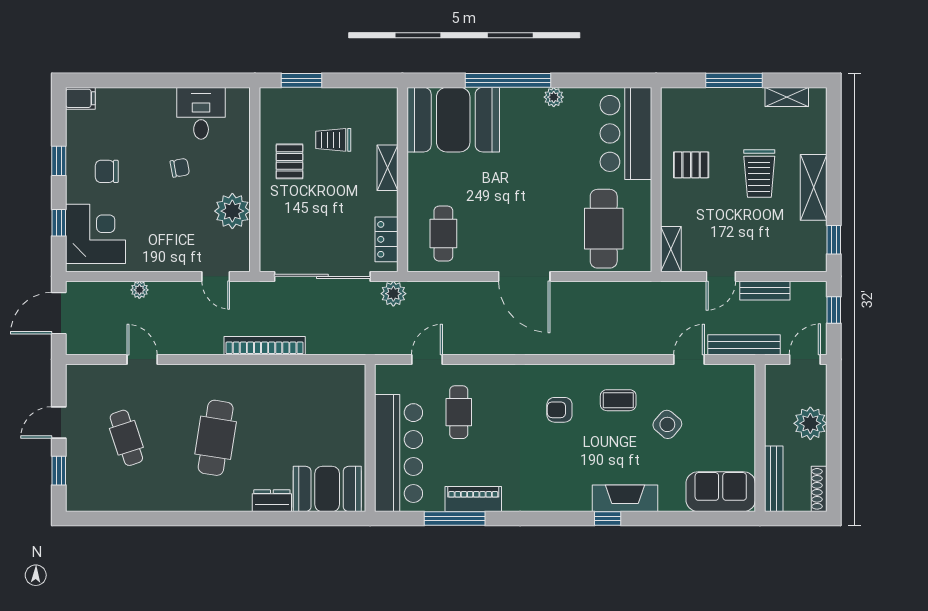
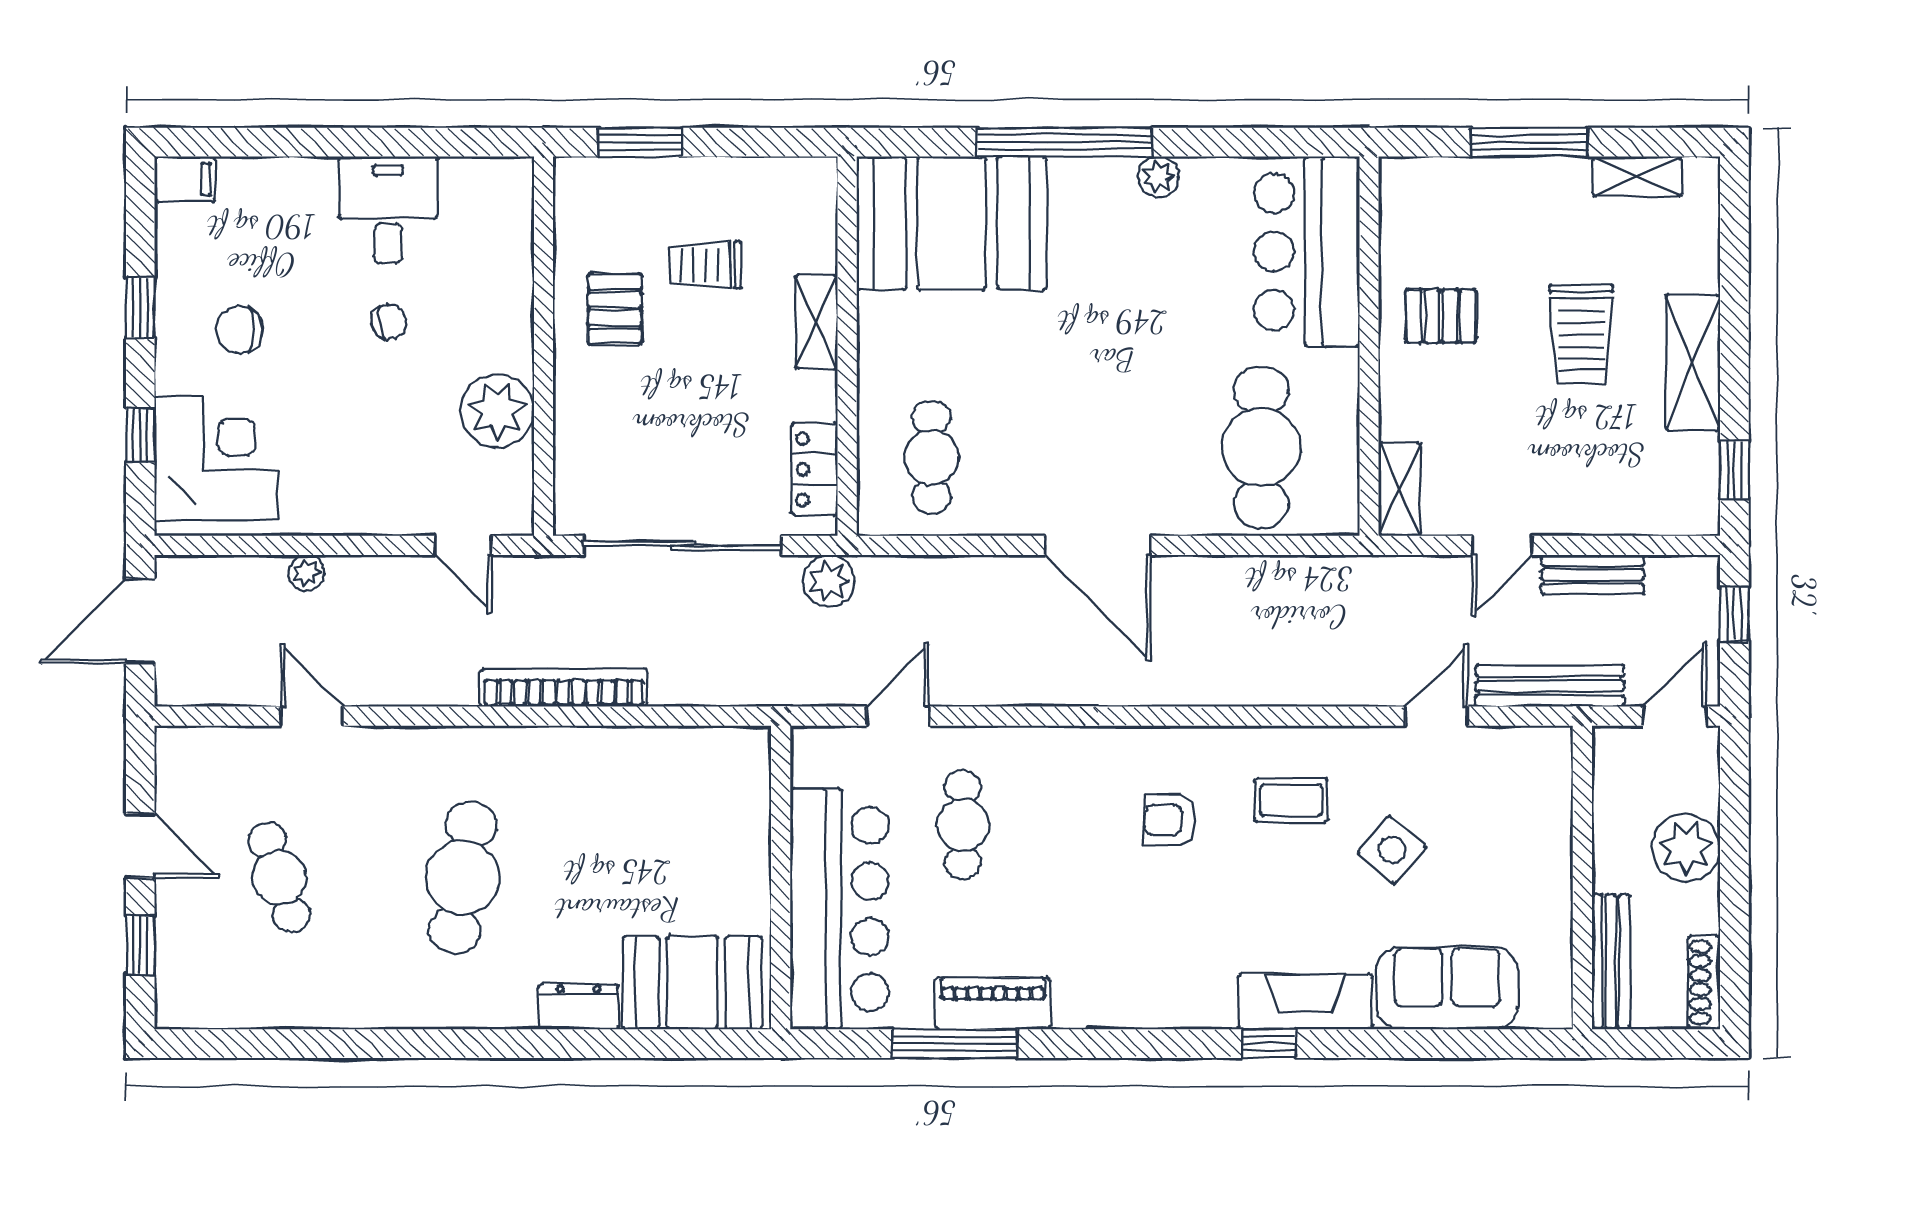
desk: (201, 113) -> (388, 210), moved
door: (59, 422) -> (140, 846), swing flipped
sofa: (721, 492) -> (1447, 988), moved

